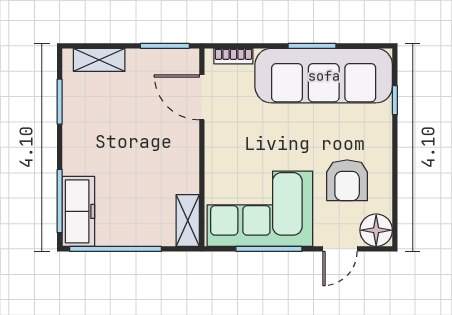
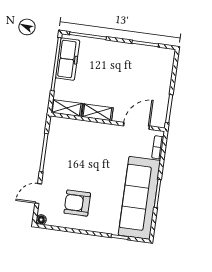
shelving: (99, 60) -> (97, 112), moved, turned 90
corner sofa: (260, 209) -> (68, 151), removed
freezer: (78, 211) -> (68, 59), moved, turned -90
floor lamp: (376, 230) -> (41, 220), width x0.53, depth x0.53
door: (340, 249) -> (38, 194), hinge flipped

